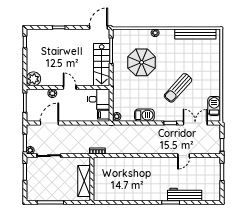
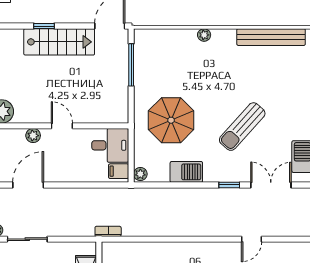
parasol: (142, 62) -> (171, 120), moved
stairs: (102, 65) -> (59, 42), moved, turned -90

